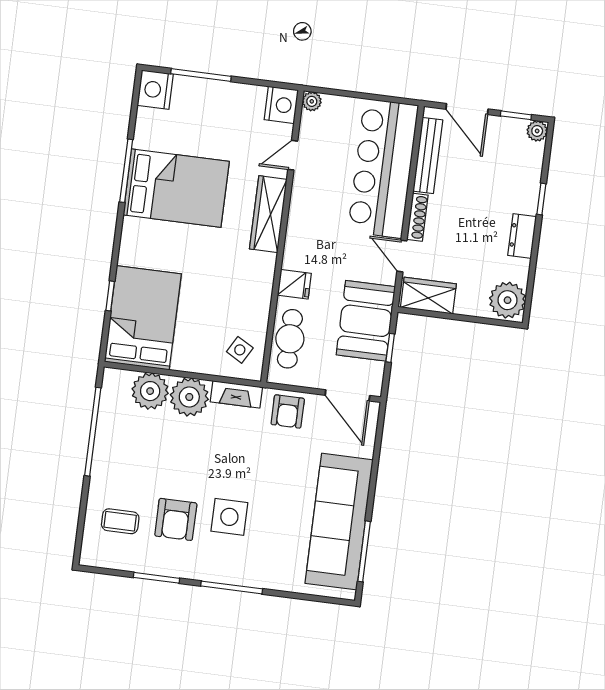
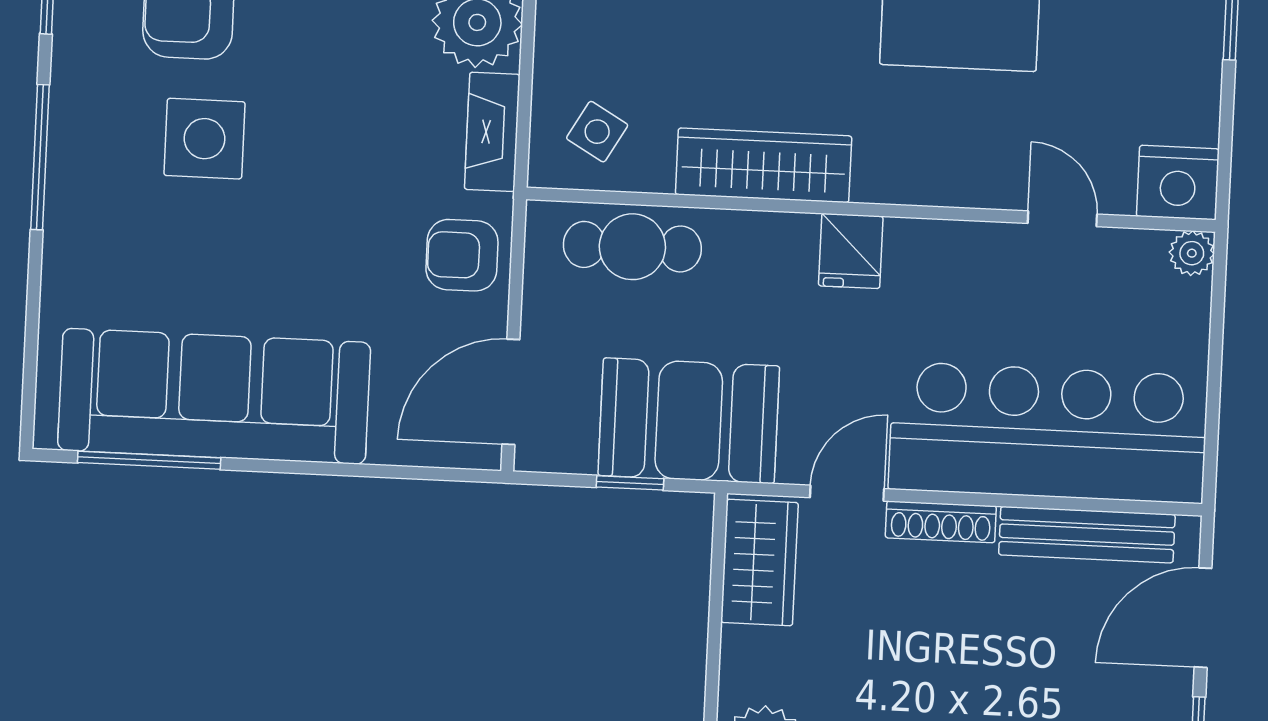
wardrobe: (268, 214) -> (764, 165), moved
fridge: (294, 284) -> (851, 251), moved

